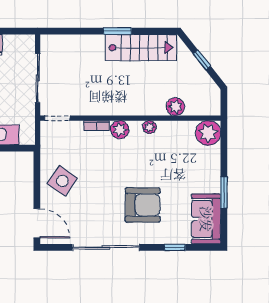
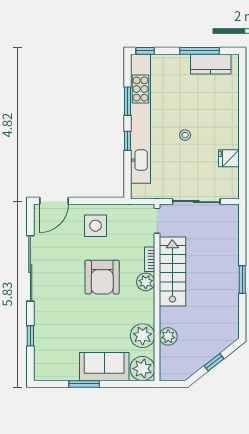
stairs: (141, 48) -> (172, 271), moved, turned 180
plant: (149, 127) -> (143, 336), moved, width x1.87, depth x1.87
side table: (62, 181) -> (96, 226), turned -35
armchair: (143, 205) -> (102, 277), moved
sofa: (206, 219) -> (104, 367), moved

